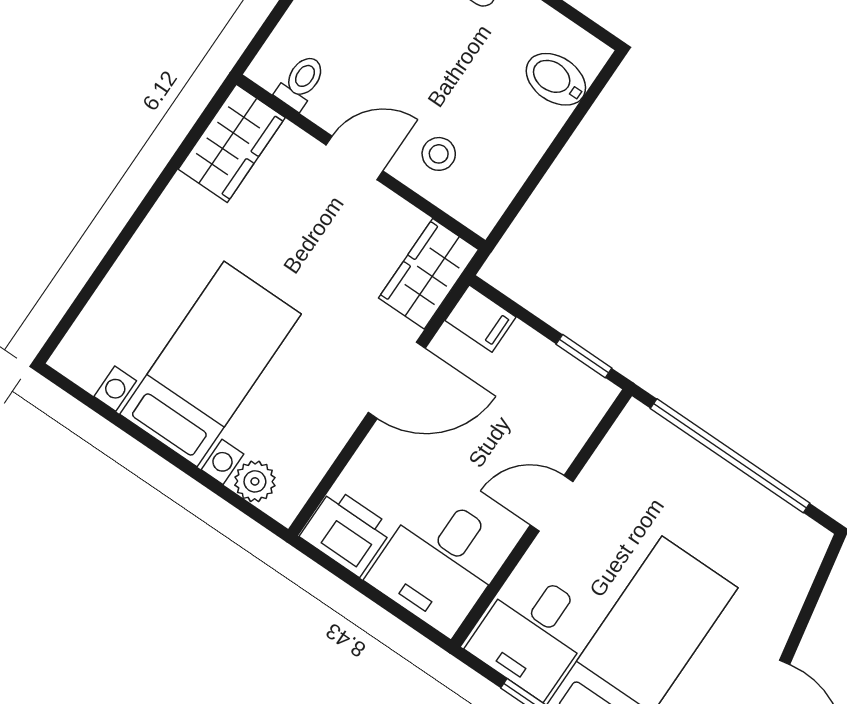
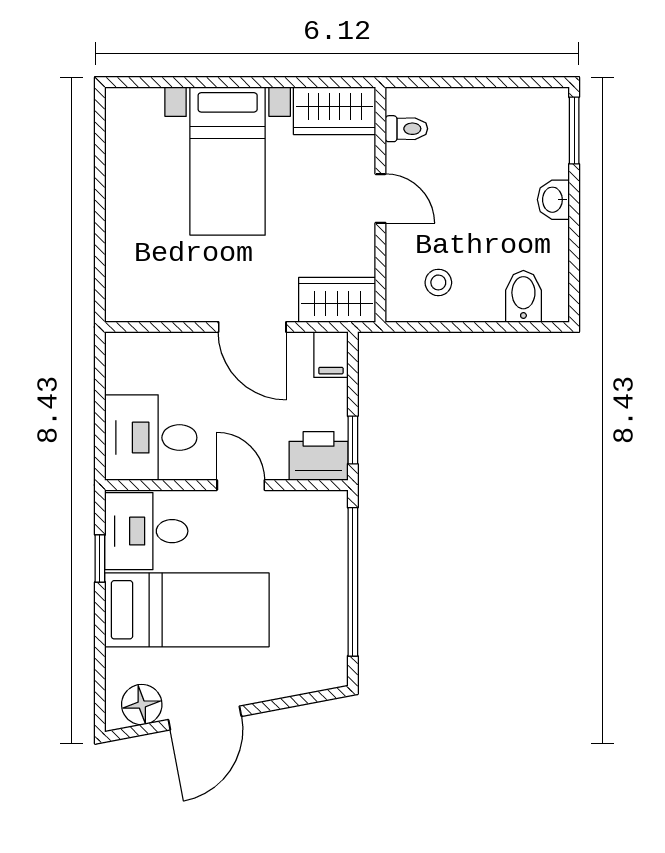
stool: (439, 154) -> (438, 282), moved
bed with nightstands: (211, 364) -> (228, 161), moved, turned 90
plant: (255, 481) -> (121, 279), removed
printer: (346, 532) -> (319, 456), moved, turned -90

